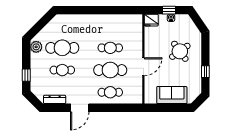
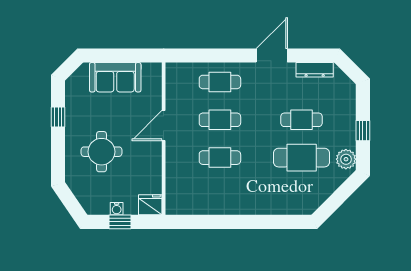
round table: (180, 51) -> (102, 152), turned 36
cafe table: (110, 70) -> (220, 120), width x0.73, depth x0.74
window: (26, 75) -> (363, 131), moved

